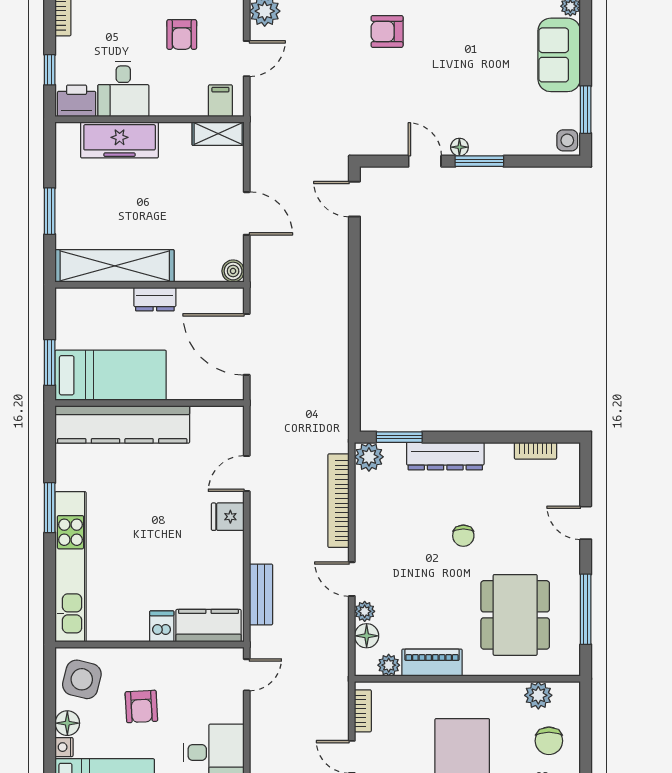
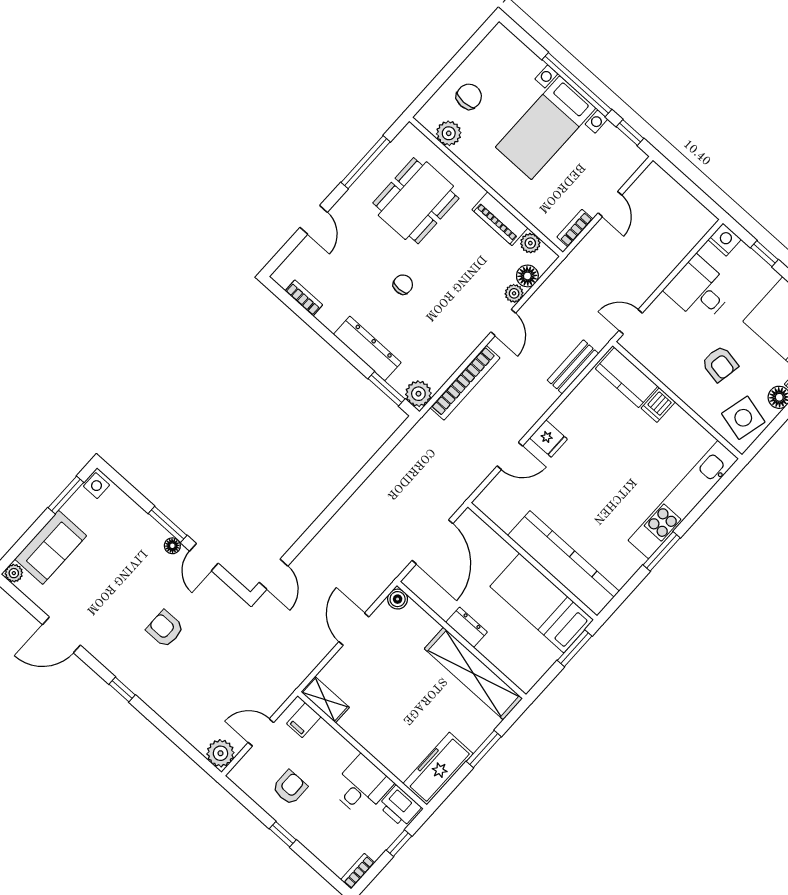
armchair: (387, 31) -> (165, 629), moved, turned 180
freezer: (120, 140) -> (438, 769), moved, turned -90
armchair: (141, 706) -> (720, 364), turned 103

